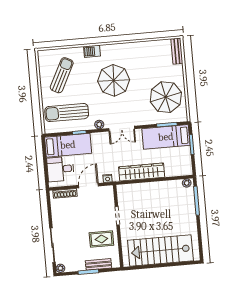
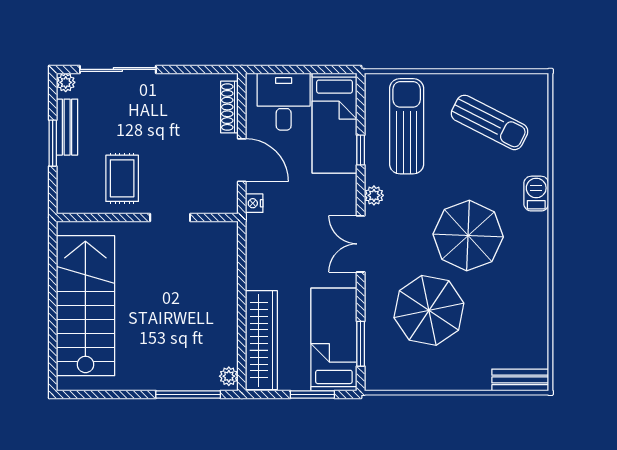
parasol: (166, 97) -> (429, 310), moved
wardrobe: (142, 172) -> (261, 340), moved
bench: (98, 264) -> (67, 127), moved

